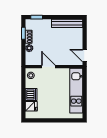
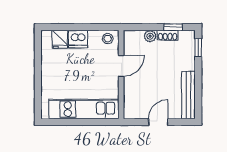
door: (85, 56) -> (158, 122), moved

